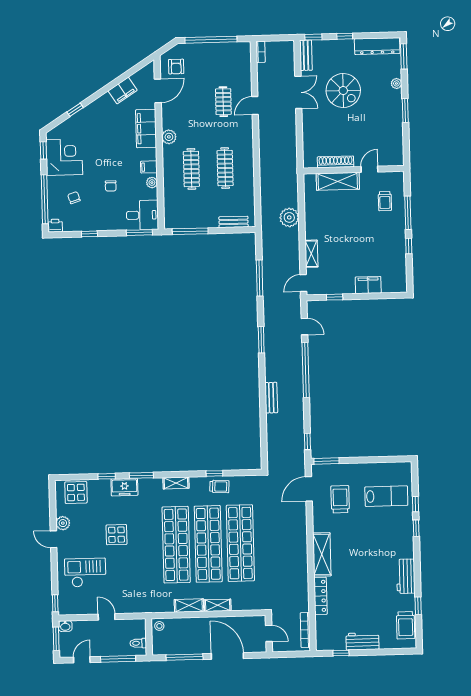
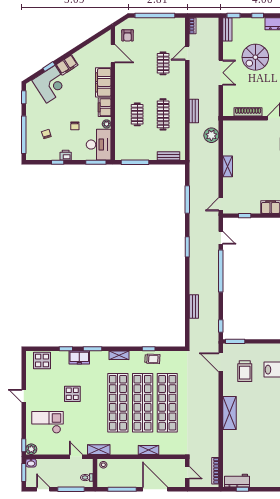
filing cabinet: (123, 91) -> (67, 65), moved
door: (158, 91) -> (113, 54), hinge flipped
spiral stairs: (343, 91) -> (255, 57), turned 90
double door: (298, 92) -> (221, 73), moved
door: (255, 106) -> (187, 53), moved
plant: (169, 137) -> (121, 89), removed
corner desk: (64, 157) -> (51, 84), moved, turned 57
bench: (265, 163) -> (194, 111), added
filing cabinet: (149, 167) -> (105, 107), width x2.00
clothes rail: (191, 169) -> (137, 114), width x0.73
shelving: (338, 181) -> (249, 127), removed
desk: (142, 215) -> (99, 145), width x1.37
plant: (289, 217) -> (211, 135), moved
printer: (55, 226) -> (66, 155), moved
shelving: (311, 254) -> (228, 166), moved
bench: (271, 398) -> (194, 307), moved
door: (309, 489) -> (221, 362), hinge flipped
trolley: (340, 499) -> (245, 371), turned 180
plant: (63, 523) -> (31, 449), moved
locker: (320, 596) -> (228, 445), removed
shelving: (189, 605) -> (99, 450), moved
door: (107, 617) -> (76, 457), moved
workbench: (362, 641) -> (237, 481), moved
door: (82, 660) -> (43, 489), hinge flipped

